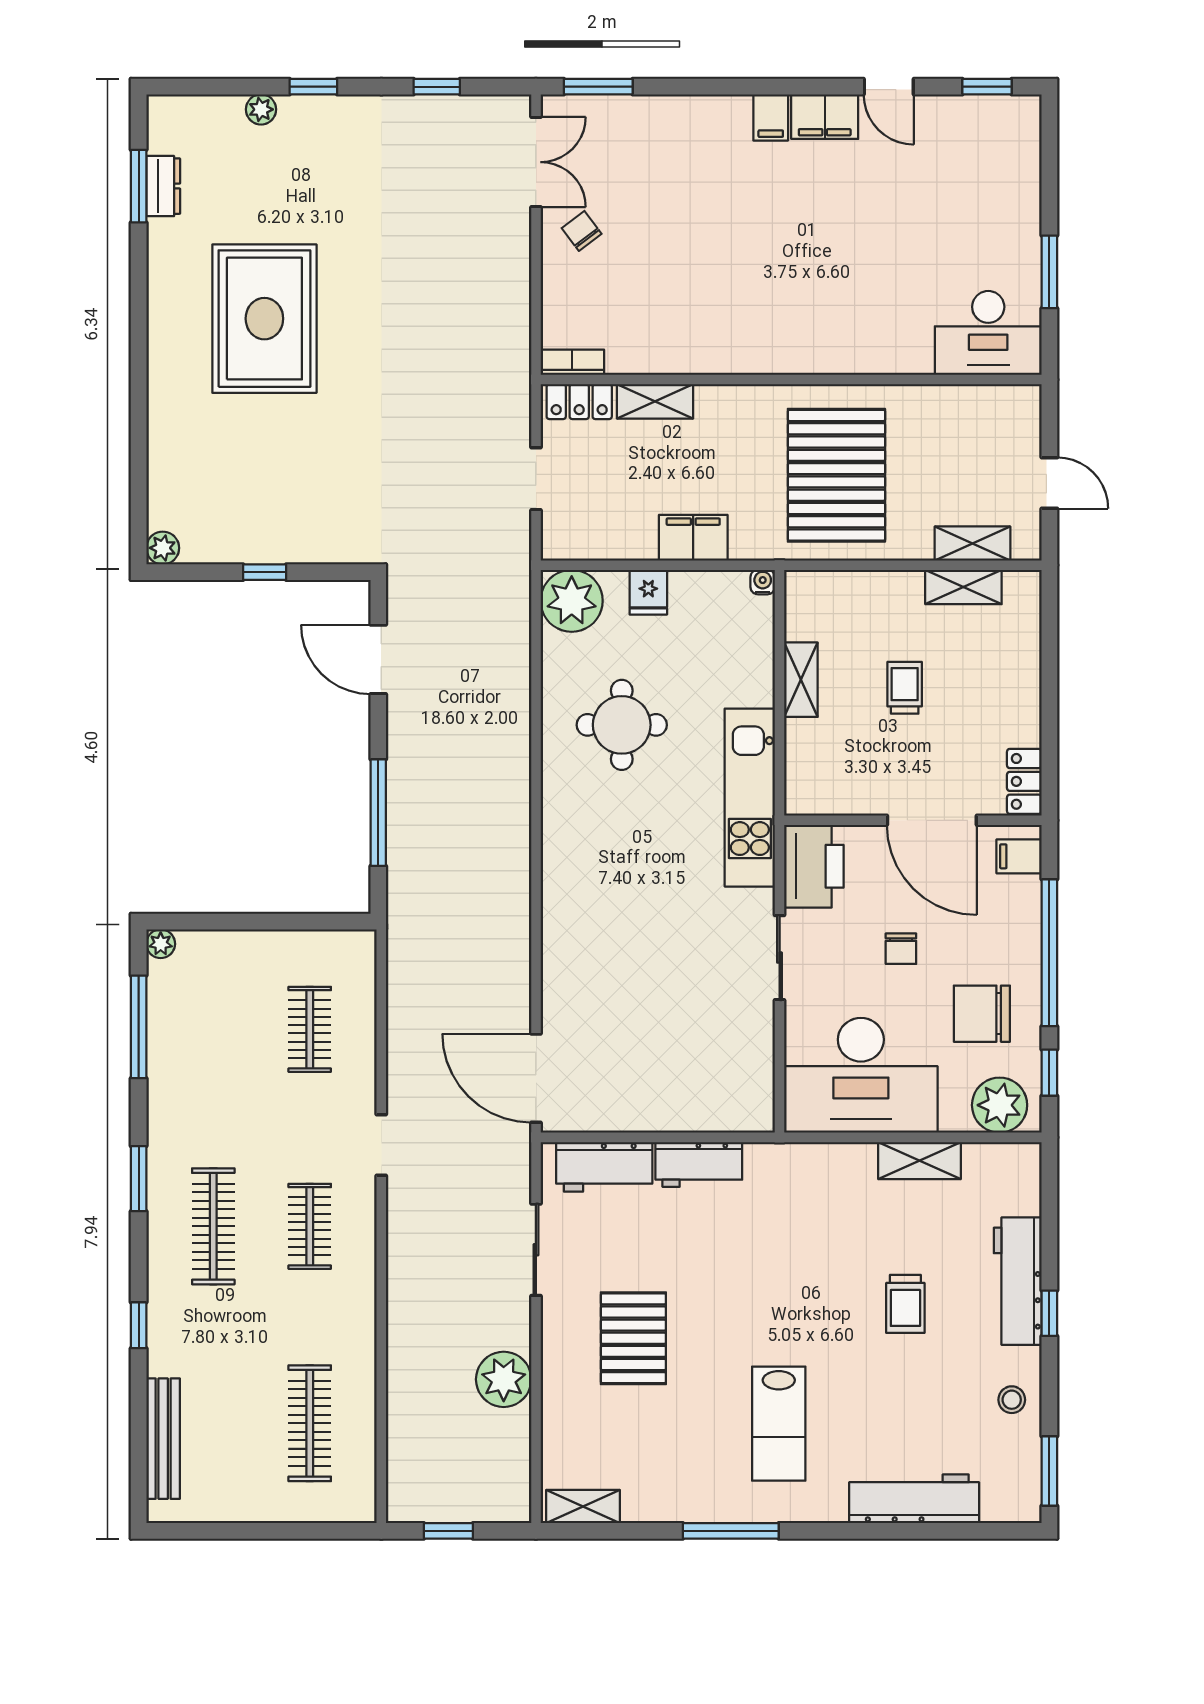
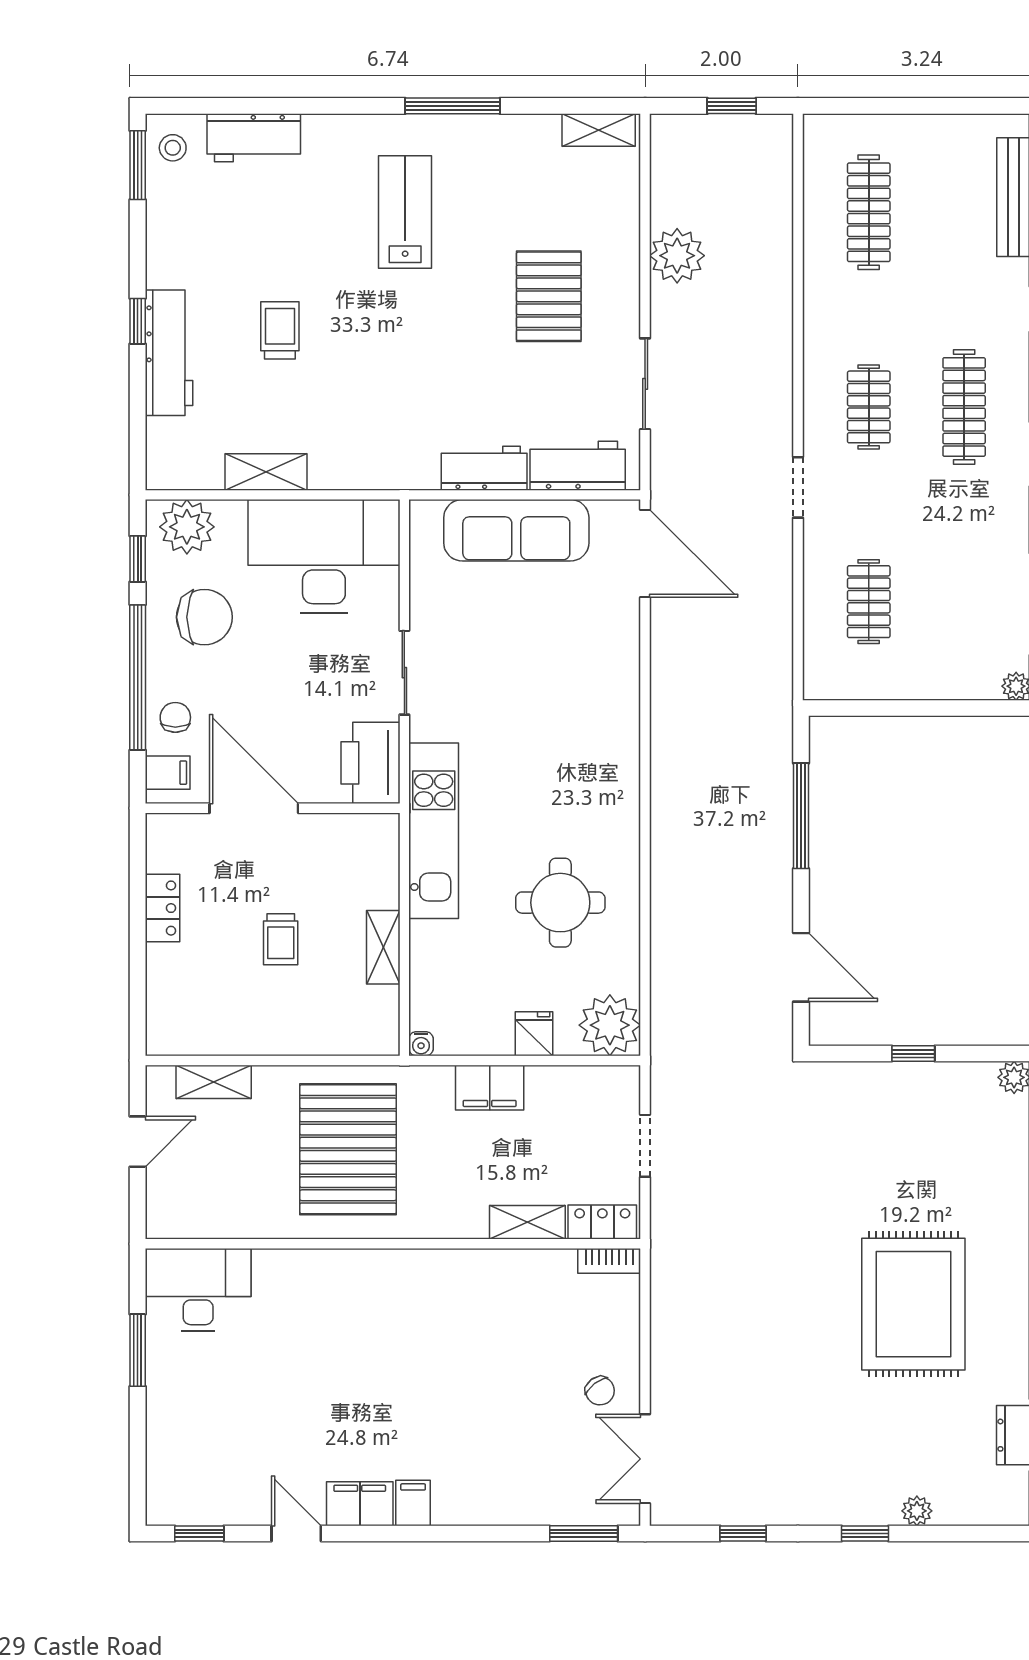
door: (1049, 483) -> (138, 1142), swing flipped
shelving: (963, 587) -> (223, 1039), removed
locker: (1024, 781) -> (162, 908), moved
chair: (901, 949) -> (175, 717), moved
sofa: (666, 1102) -> (516, 530), added
stool: (1012, 1400) -> (173, 148), moved
workbench: (914, 1499) -> (254, 138), width x0.73

